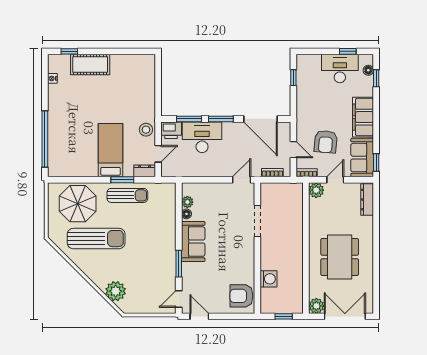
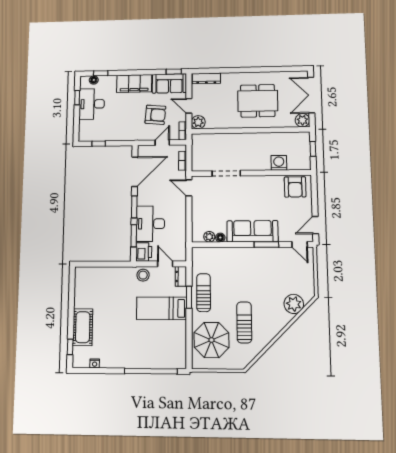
sun lounger: (96, 239) -> (244, 322), width x0.73, depth x0.75
sofa: (193, 242) -> (252, 231), width x1.36

